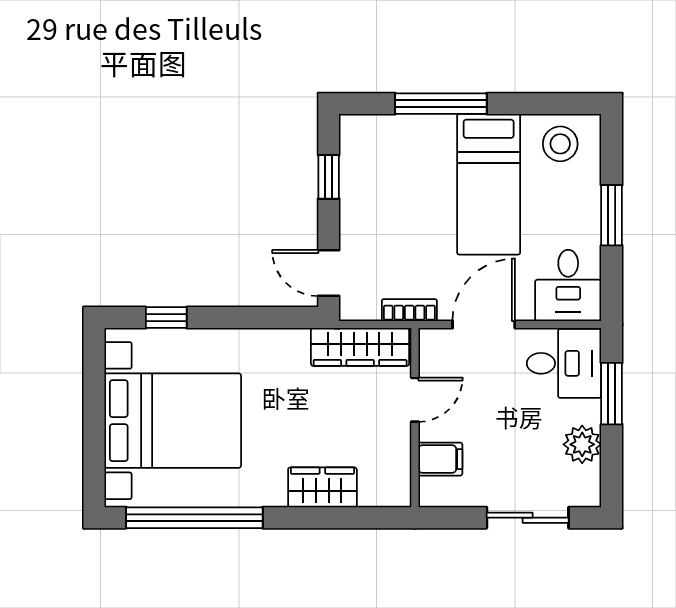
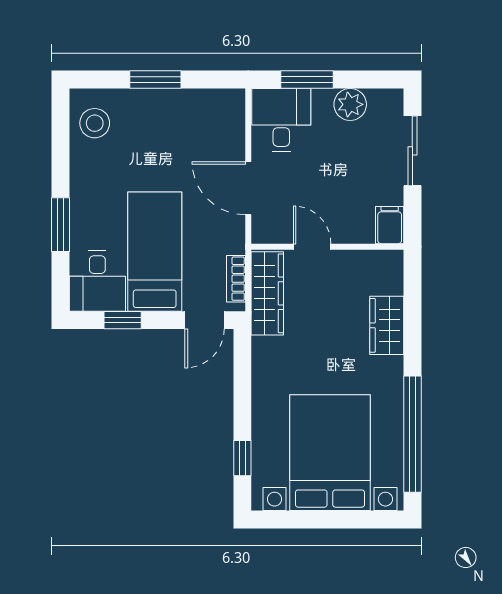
window: (441, 104) -> (60, 225), width x0.69
bed: (489, 184) -> (155, 252), moved, turned -90
desk: (568, 285) -> (97, 281), moved, turned 90
bookcase: (409, 310) -> (236, 279), moved
filing cabinet: (440, 459) -> (390, 225), moved

